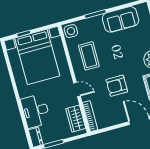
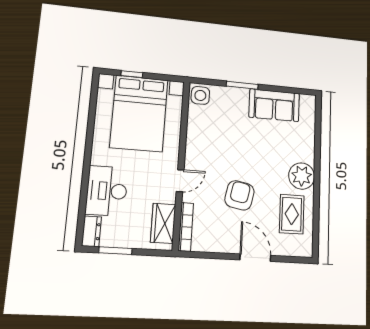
coffee table: (89, 56) -> (214, 139), removed
armchair: (117, 86) -> (239, 195), turned 101
door: (77, 90) -> (180, 181), hinge flipped

